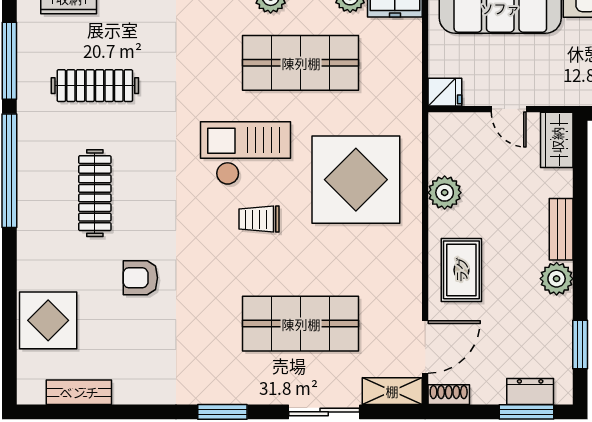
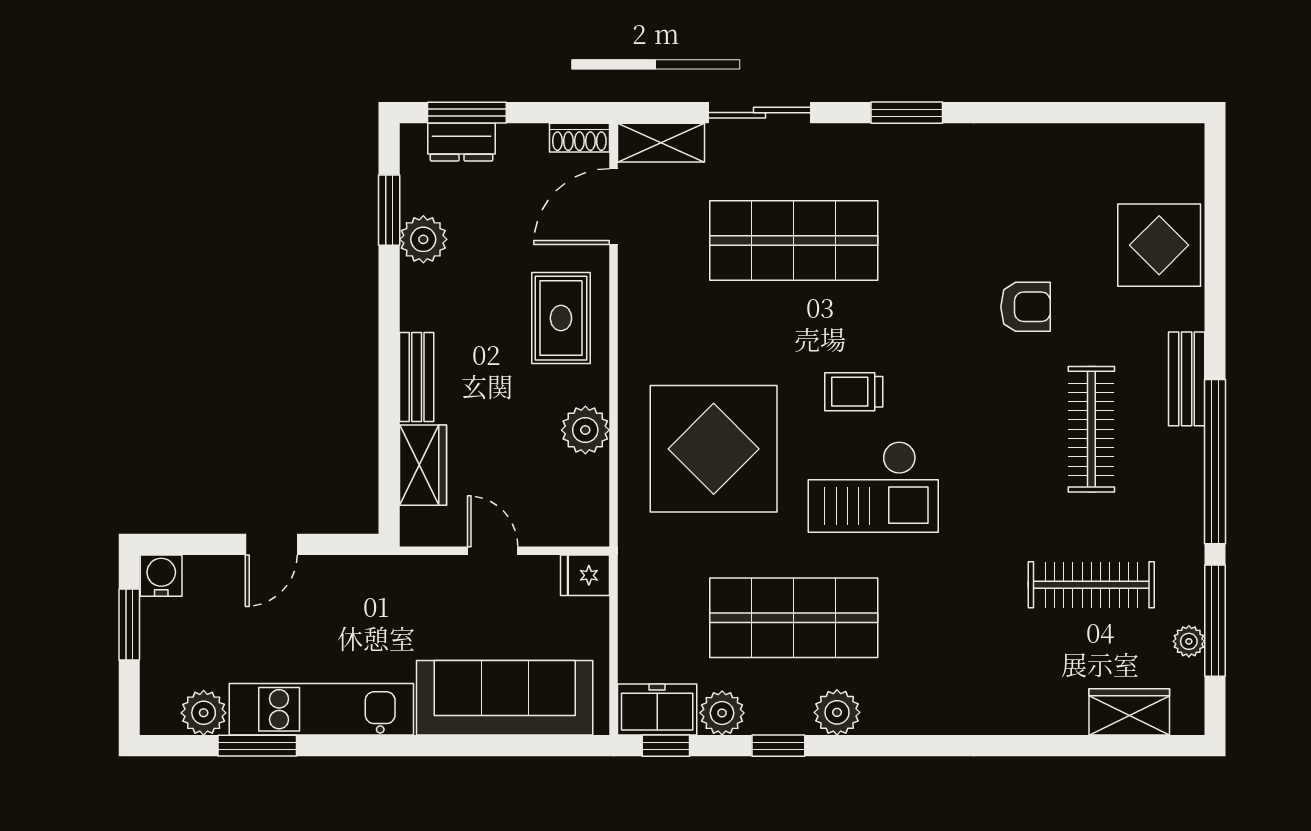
plant: (27, 47) -> (1189, 641), added
wardrobe: (557, 140) -> (423, 465), moved
trolley: (259, 219) -> (854, 392), turned 180
plant: (557, 279) -> (423, 239), moved
bench: (79, 392) -> (1187, 379), moved, turned 90

